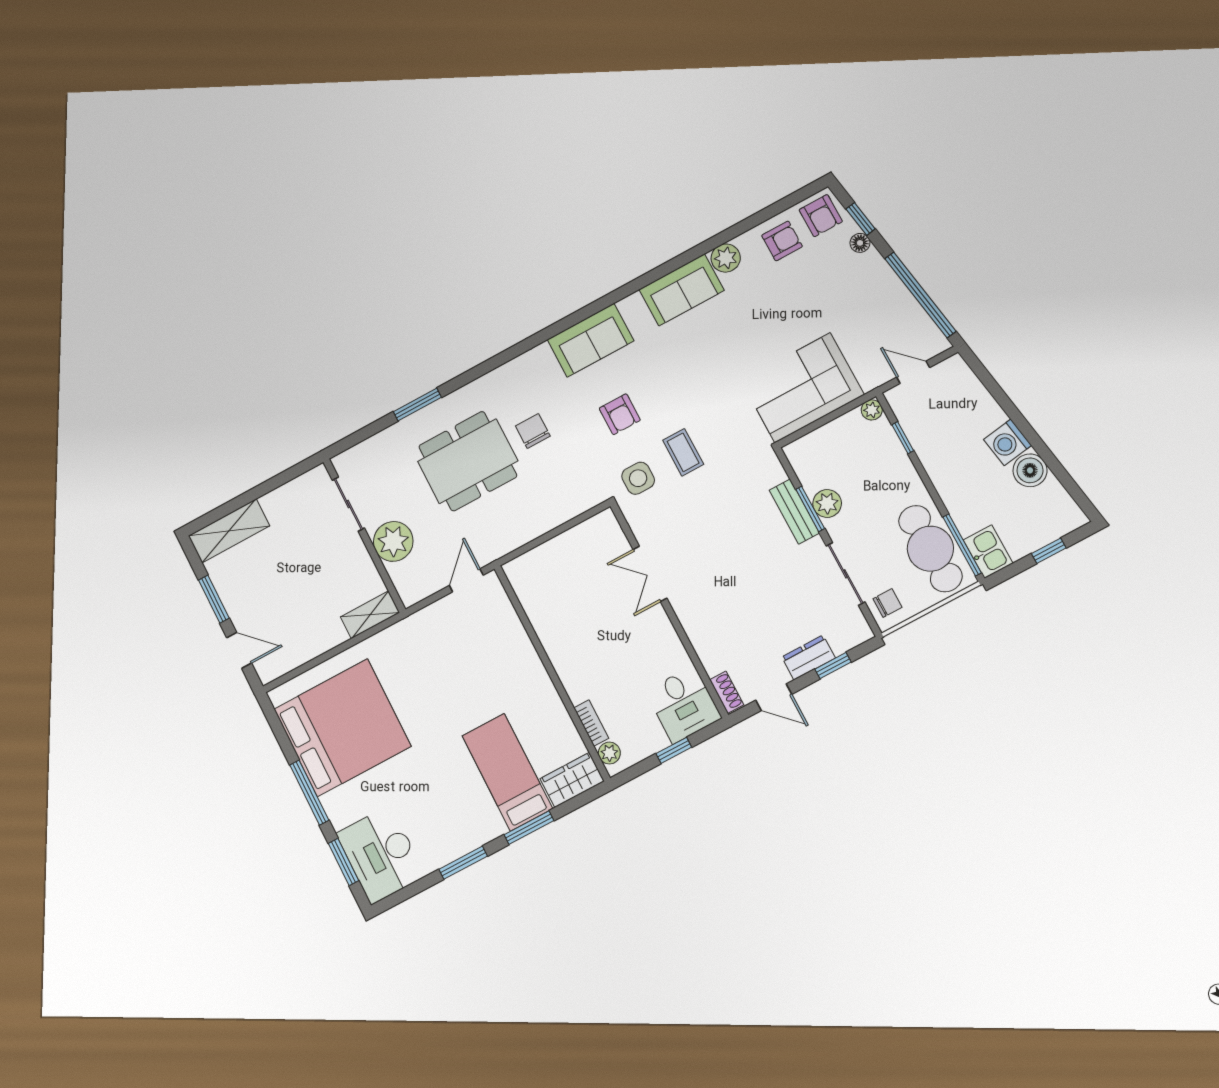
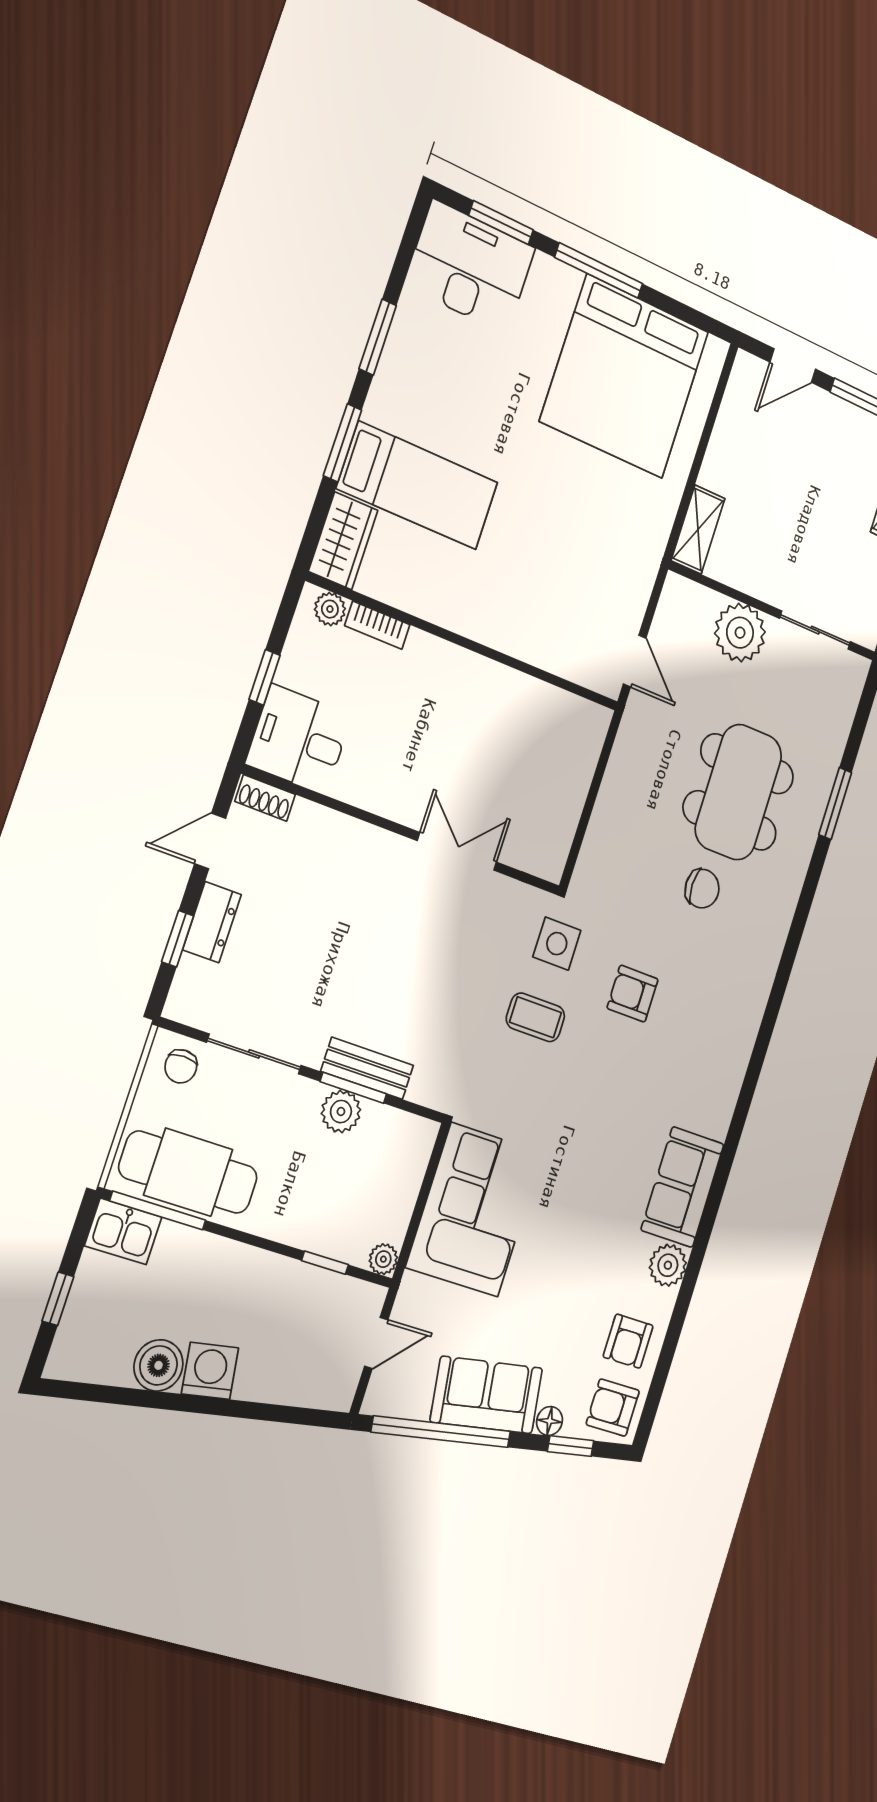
sofa: (591, 340) -> (486, 1395), moved, turned 81

